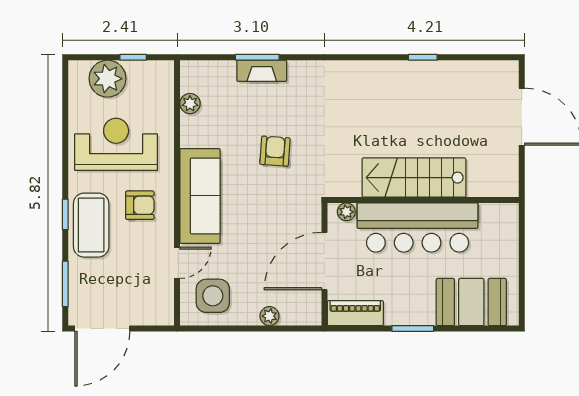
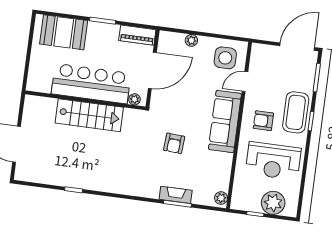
plant: (190, 104) -> (221, 198), moved

